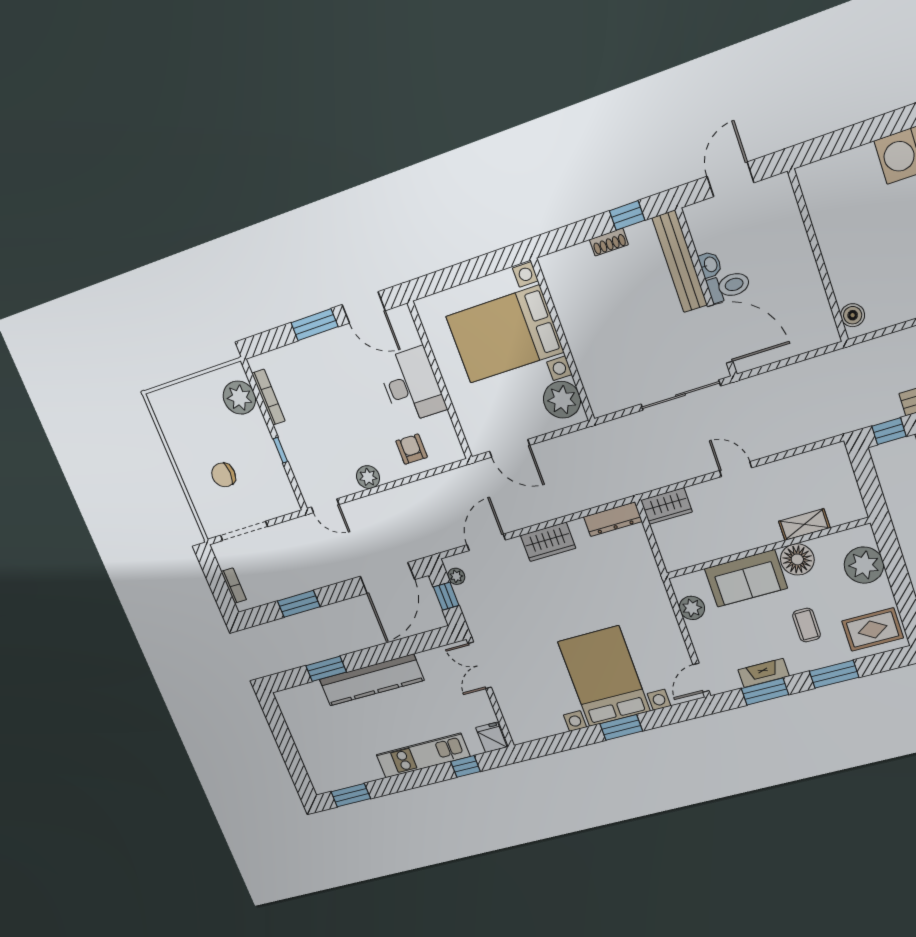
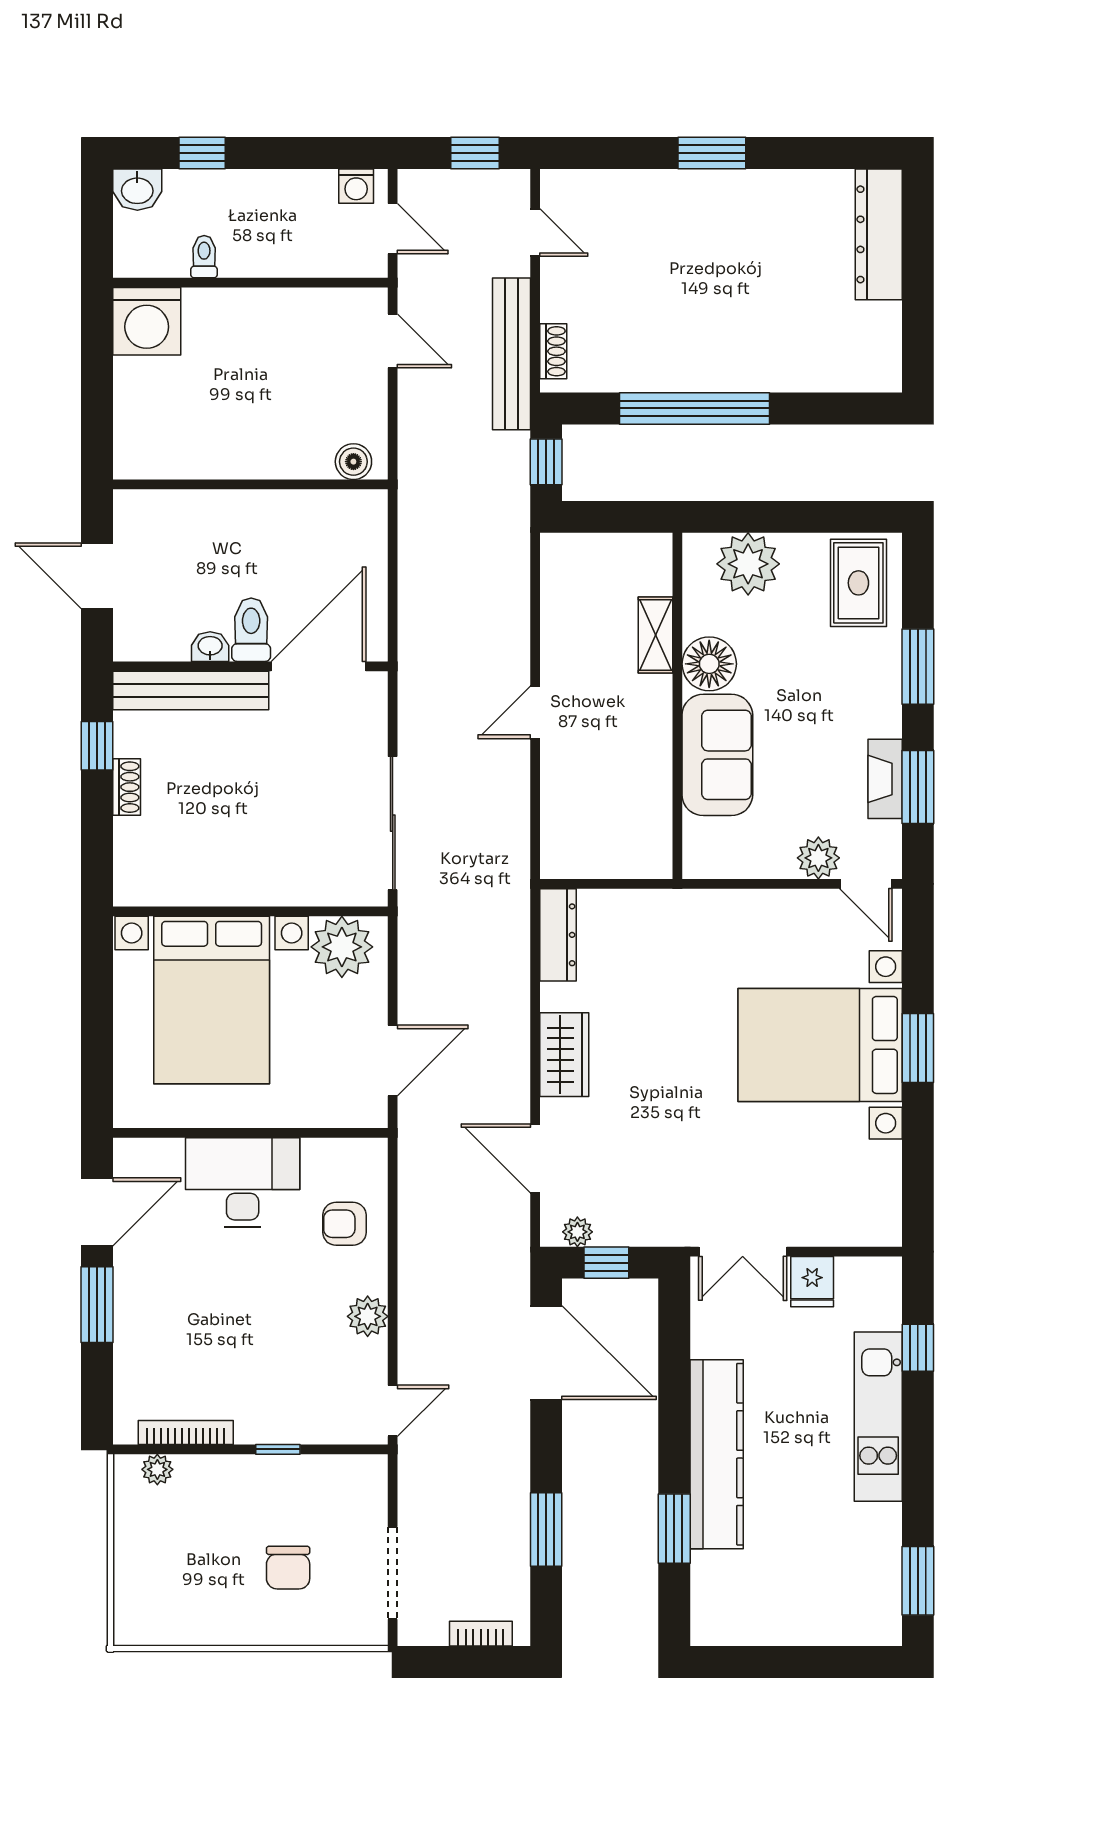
sliding door: (680, 395) -> (393, 823), moved
plant: (239, 398) -> (157, 1469), width x0.53, depth x0.53
wardrobe: (666, 506) -> (562, 841), removed
plant: (692, 608) -> (818, 858), moved
coffee table: (807, 625) -> (822, 684), removed
fridge: (491, 737) -> (812, 1282), moved, turned -90

